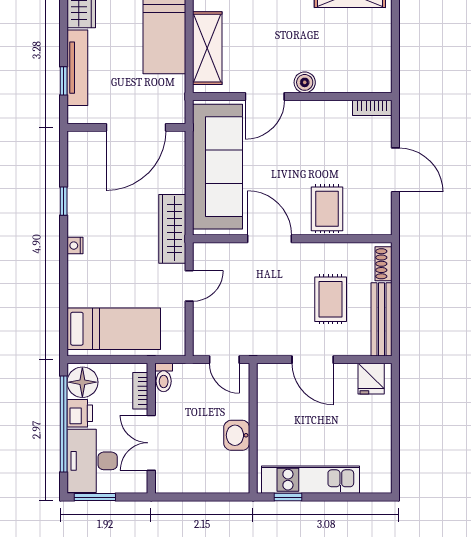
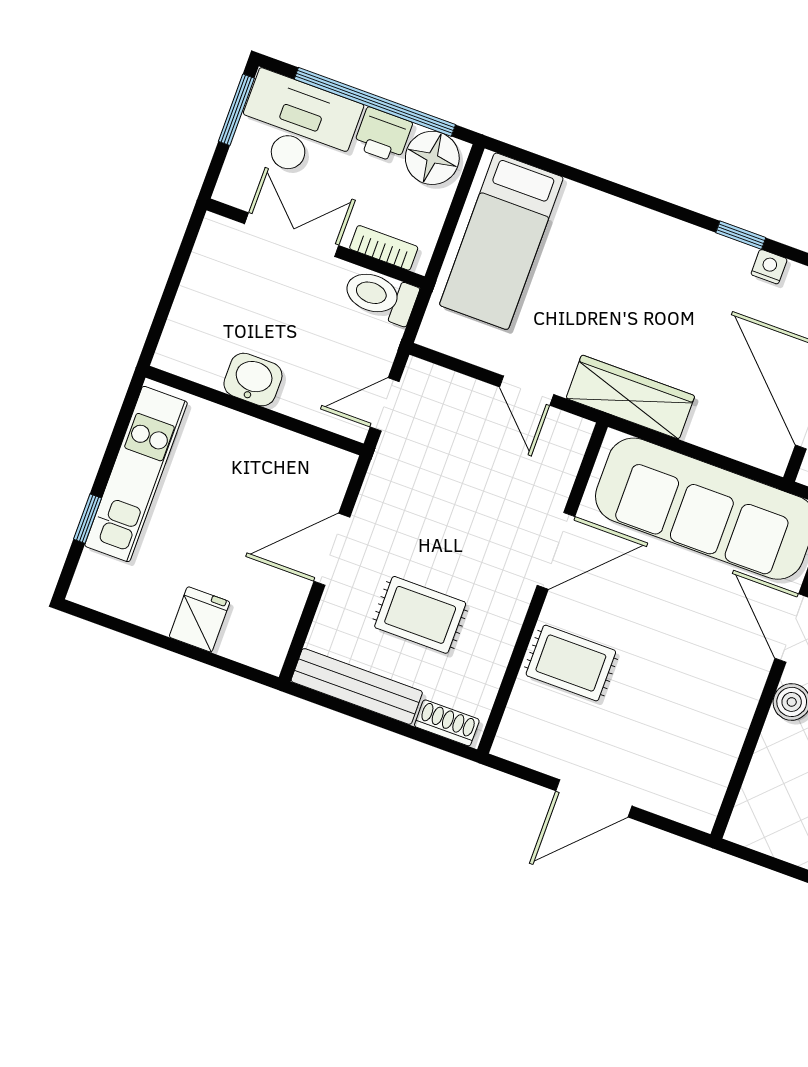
bookcase: (372, 108) -> (709, 798), removed
nightstand: (75, 246) -> (769, 267), moved
toilet: (164, 377) -> (380, 296), width x1.37, depth x1.39
fridge: (371, 379) -> (200, 619), moved, turned 90
window: (288, 497) -> (88, 519), moved

